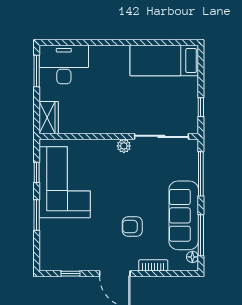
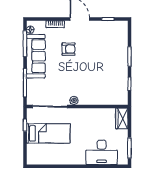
bed: (164, 61) -> (48, 133), moved
desk: (64, 65) -> (102, 152), moved
corner sofa: (65, 182) -> (112, 77), removed

